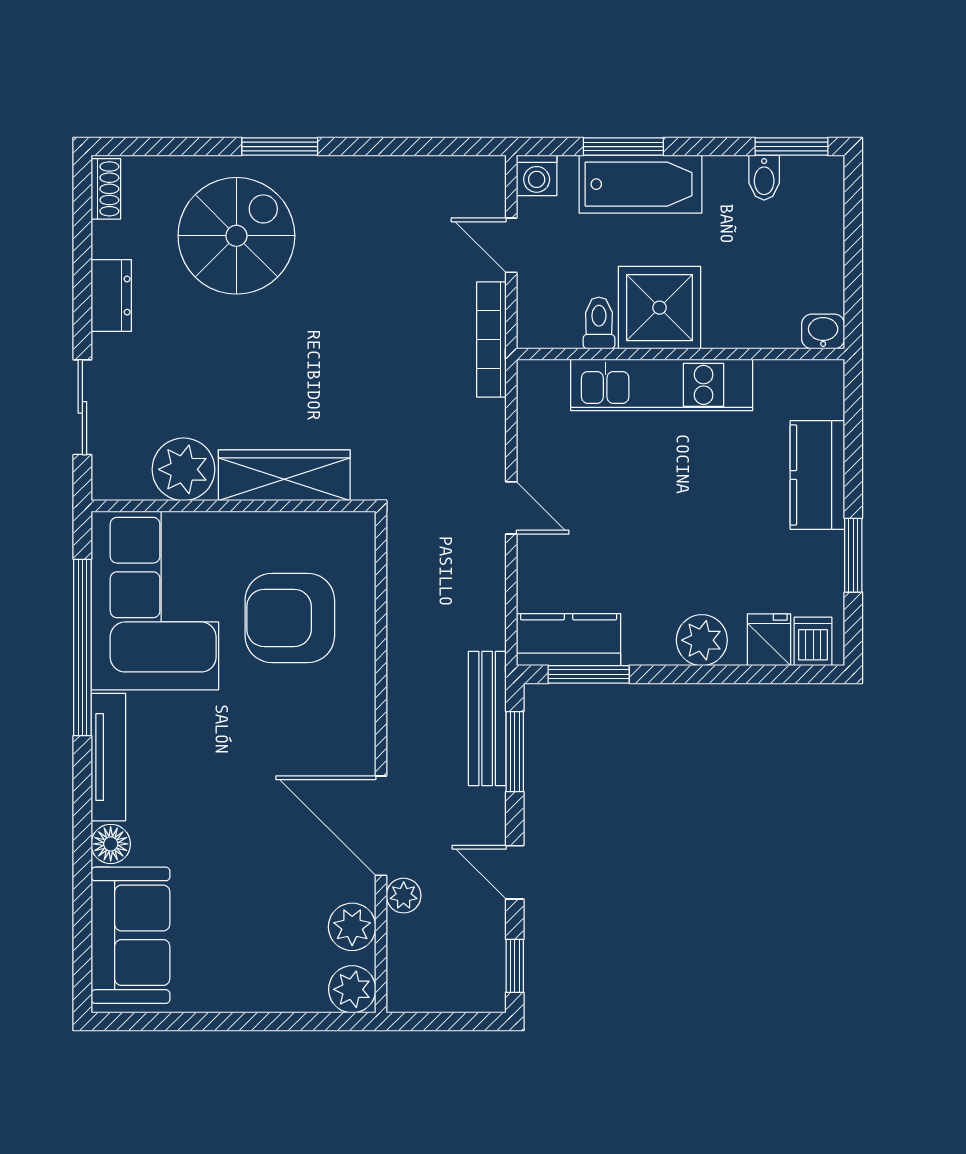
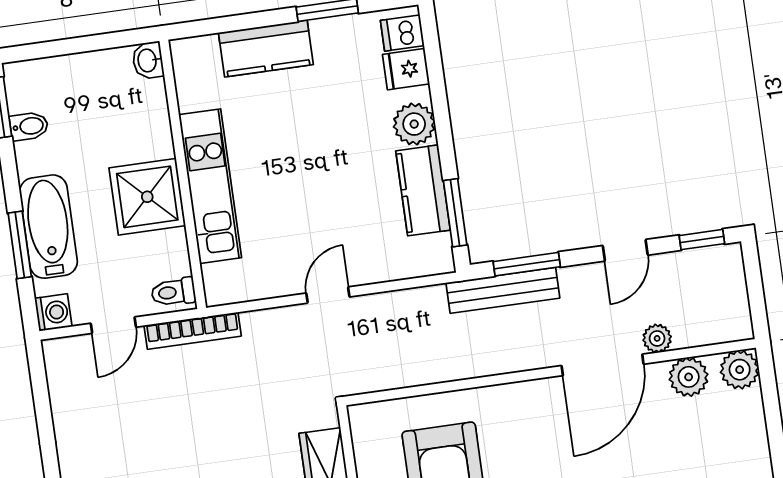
toilet: (599, 323) -> (173, 292), moved
kitchen counter: (569, 640) -> (423, 190), moved

